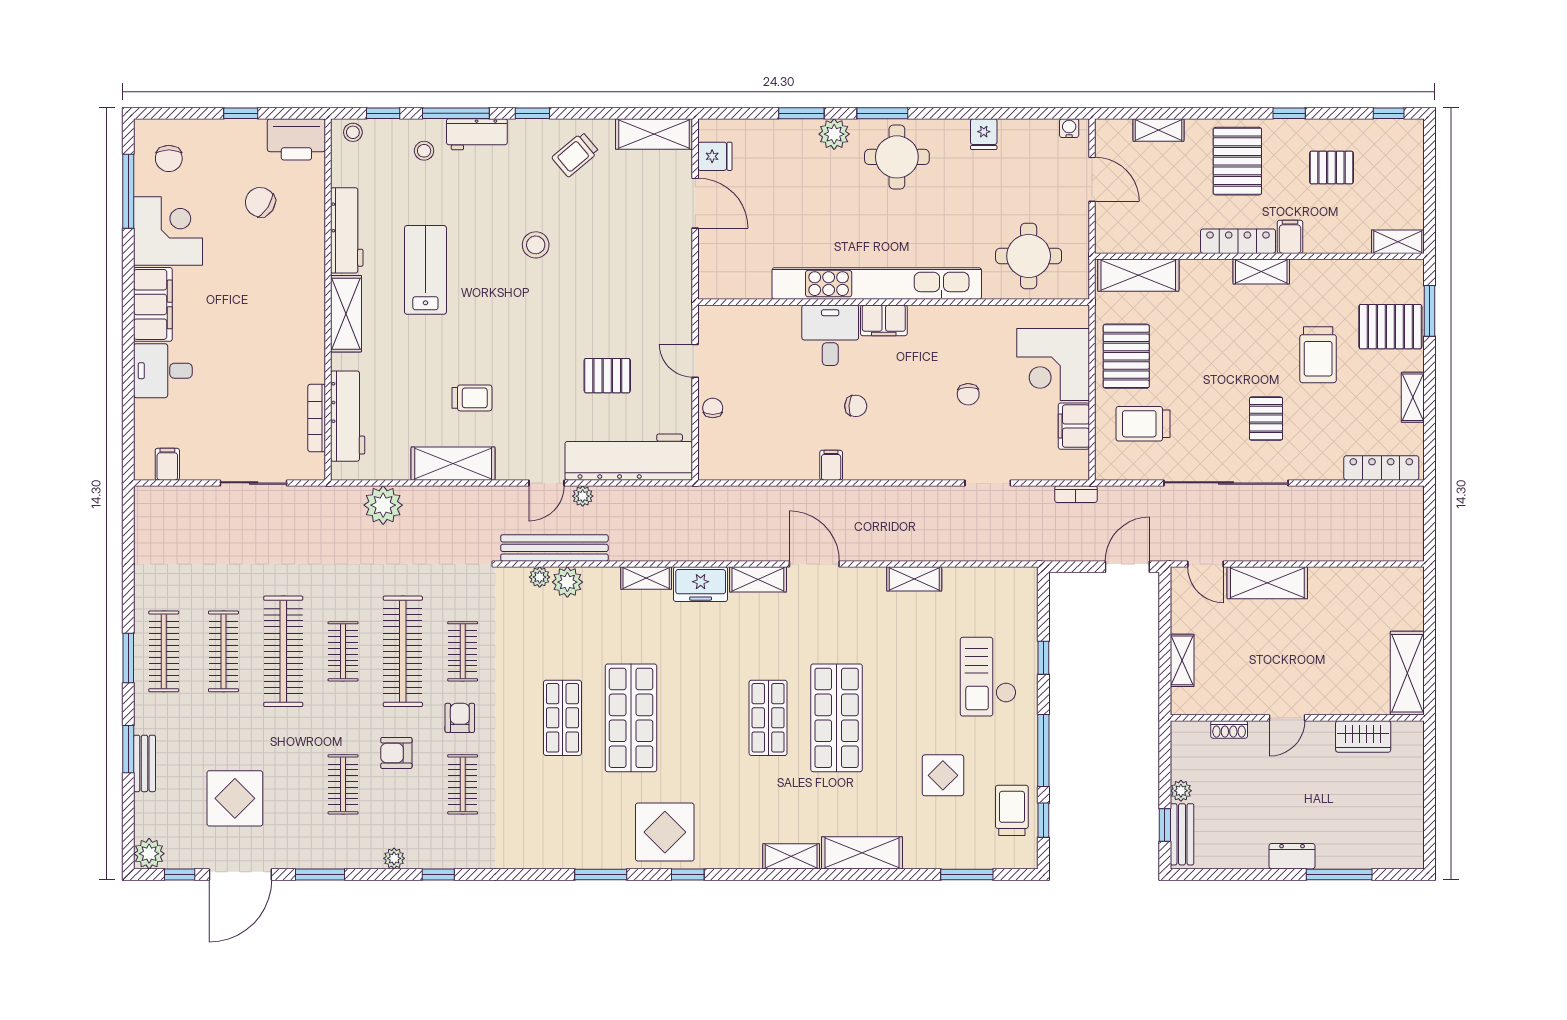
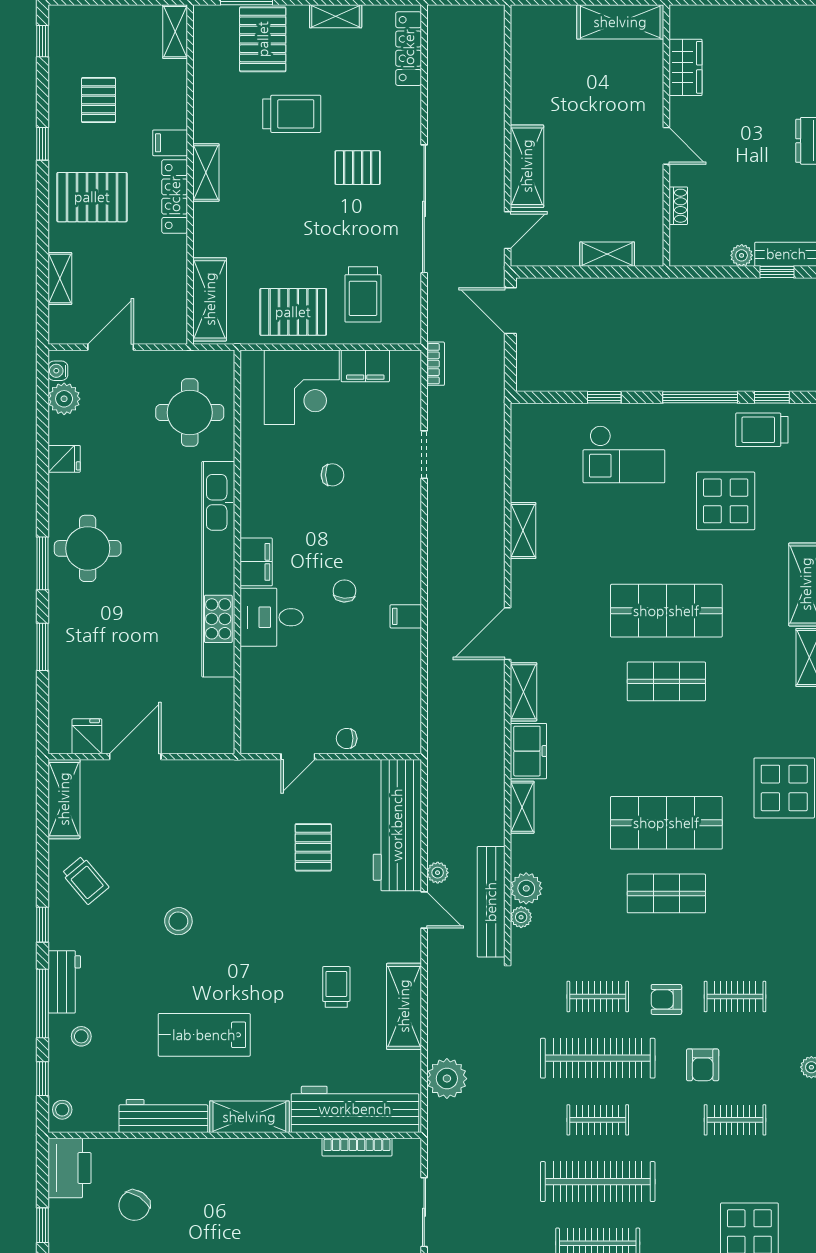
plant: (834, 134) -> (64, 399), moved
workbench: (348, 416) -> (355, 1109), width x1.36, depth x1.32
display table: (943, 775) -> (726, 501), width x1.36, depth x1.36

